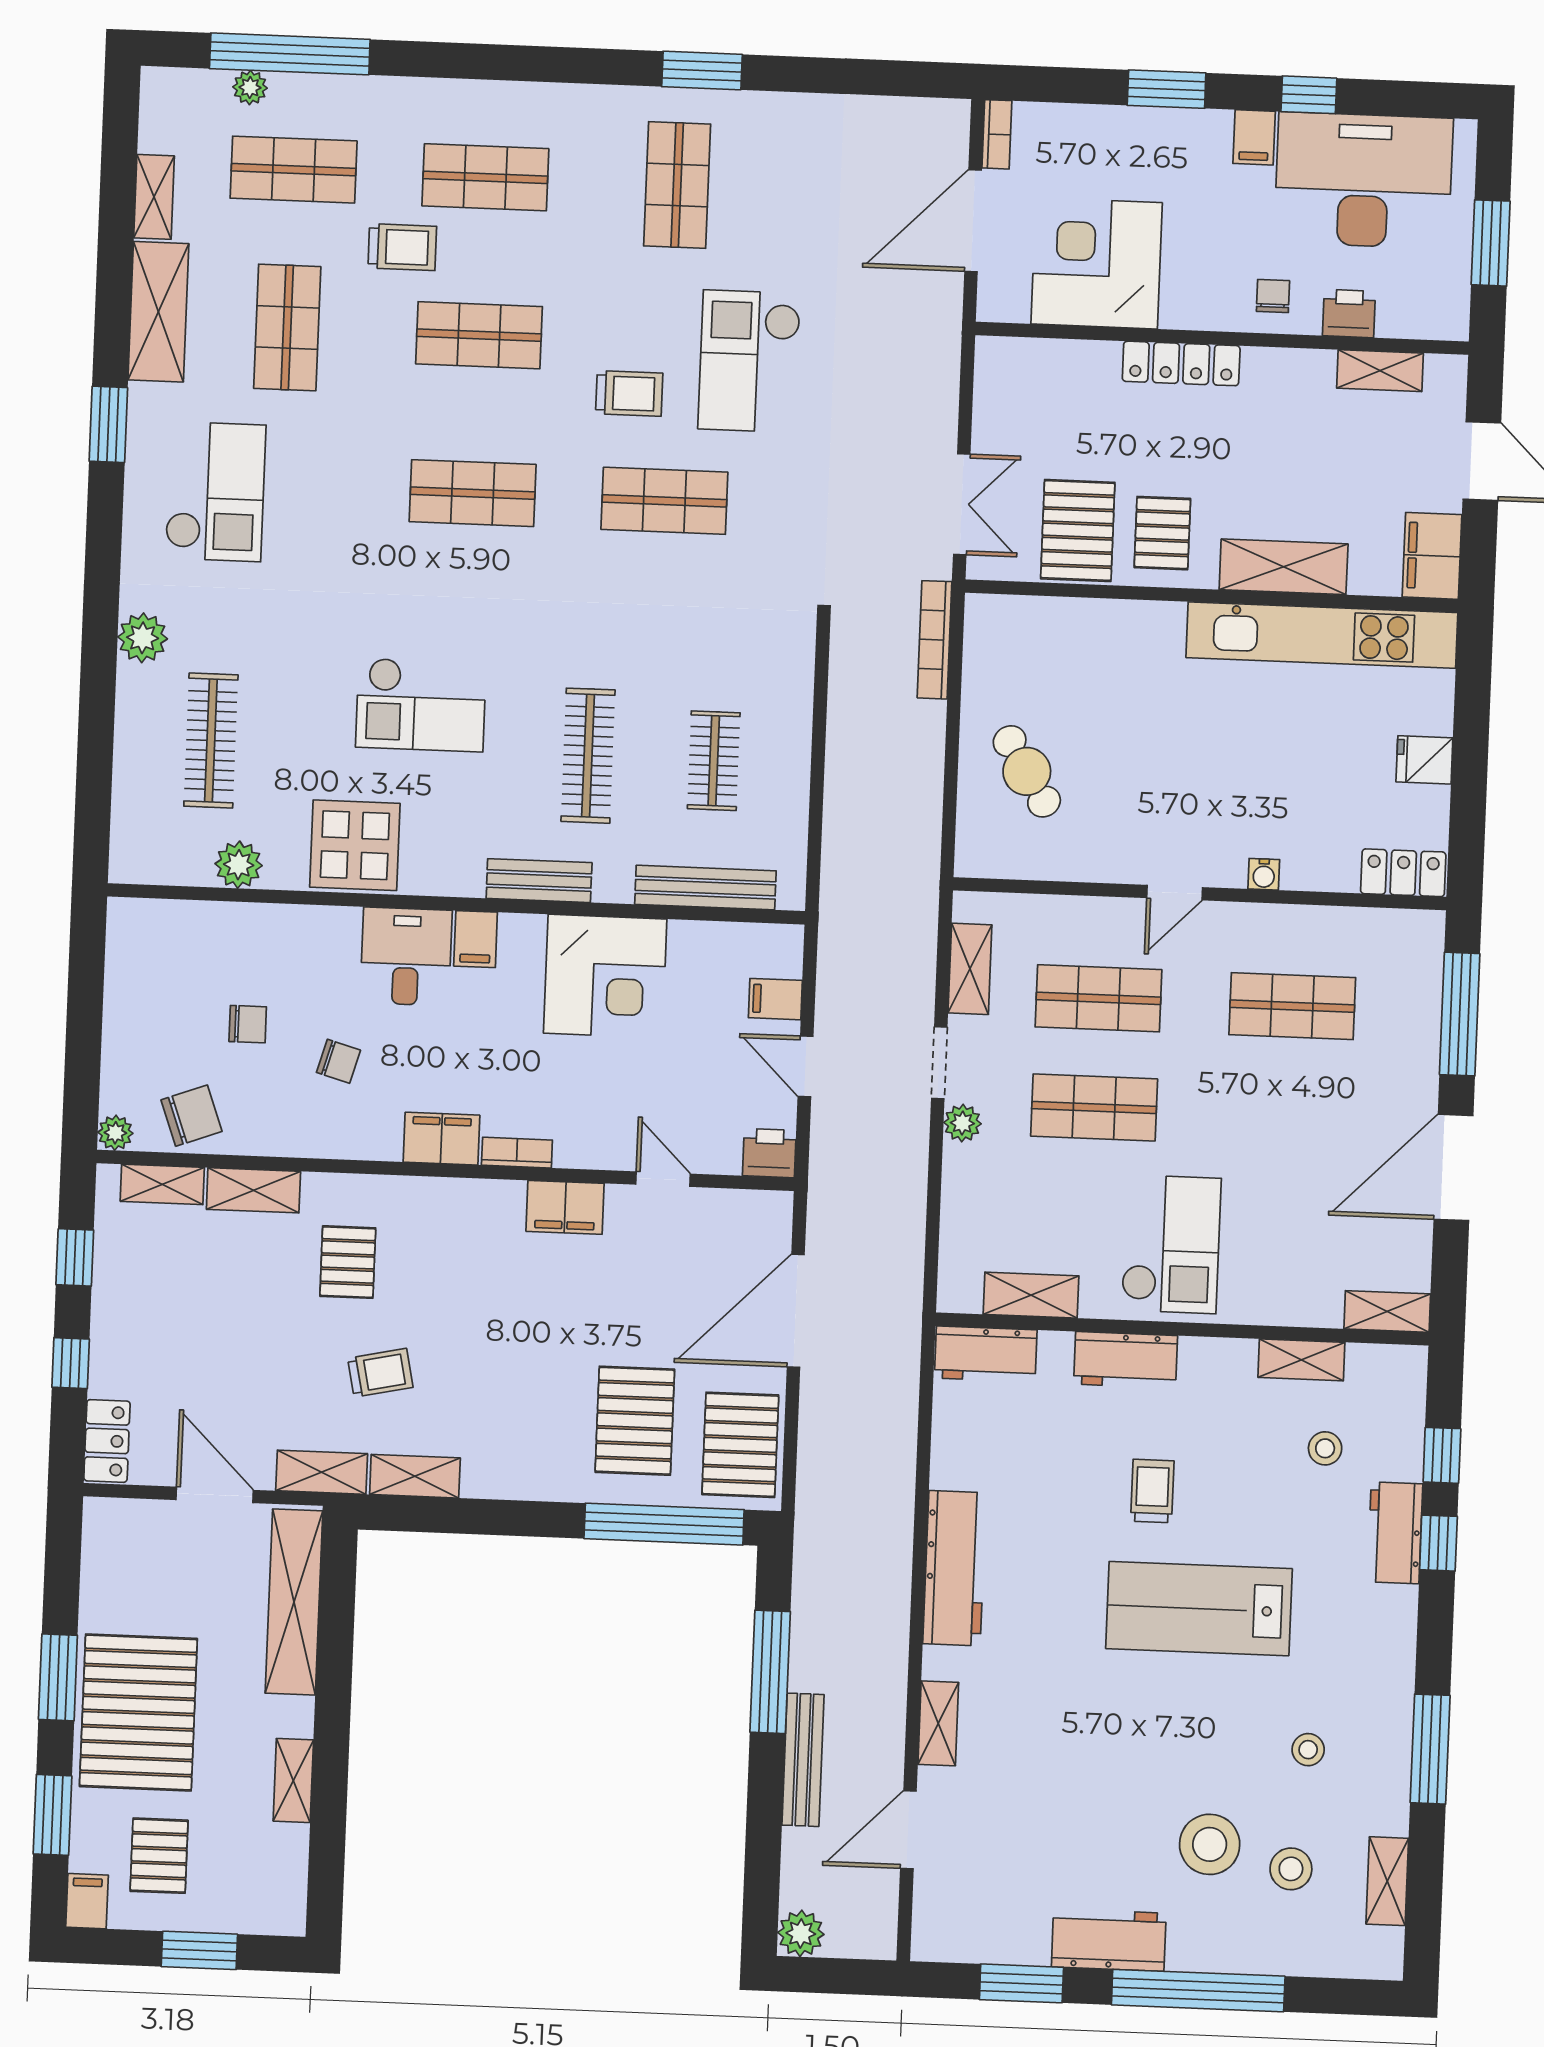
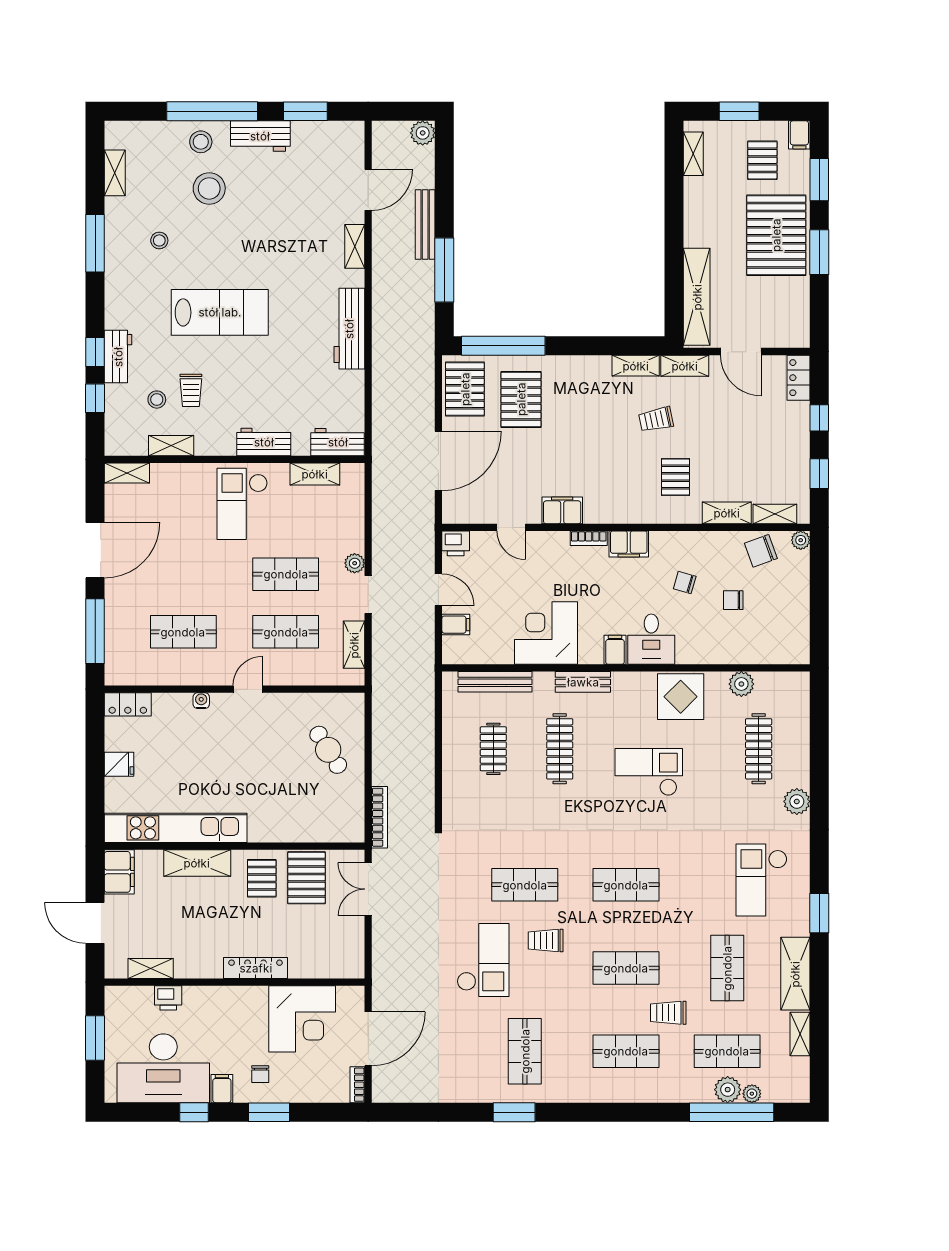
plant: (296, 97) -> (728, 1090), added
chair: (1273, 296) -> (260, 1074), moved
trolley: (1152, 1491) -> (191, 390), moved
shelving: (293, 1780) -> (693, 154), moved
stool: (1291, 1869) -> (201, 142), moved

